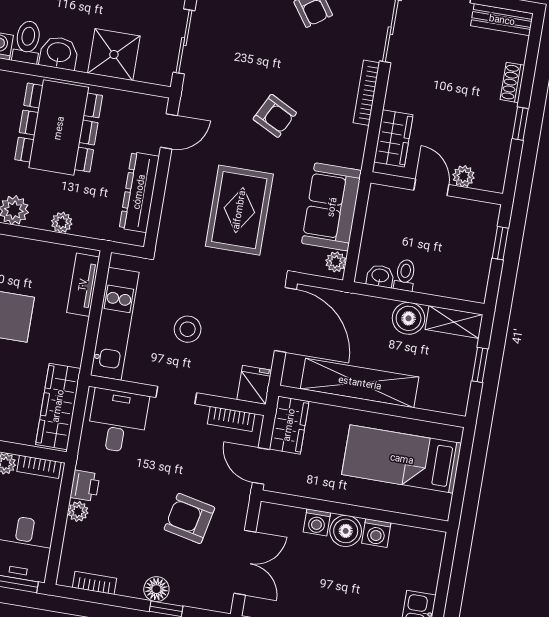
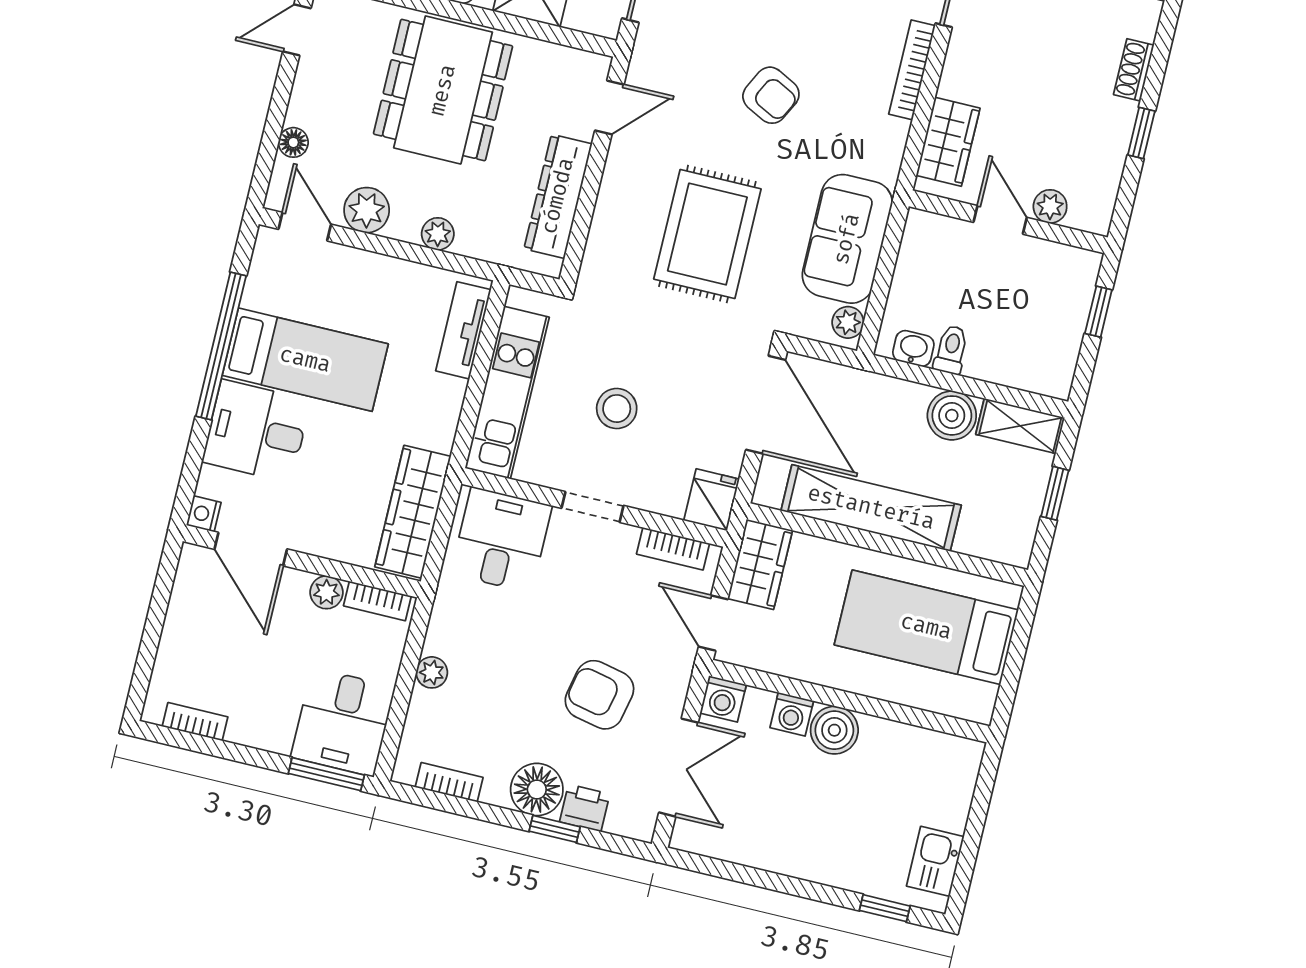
printer: (85, 486) -> (585, 808), moved, turned -90
washing machine: (376, 533) -> (723, 699), moved
floor lamp: (156, 589) -> (537, 789), width x1.38, depth x1.38

